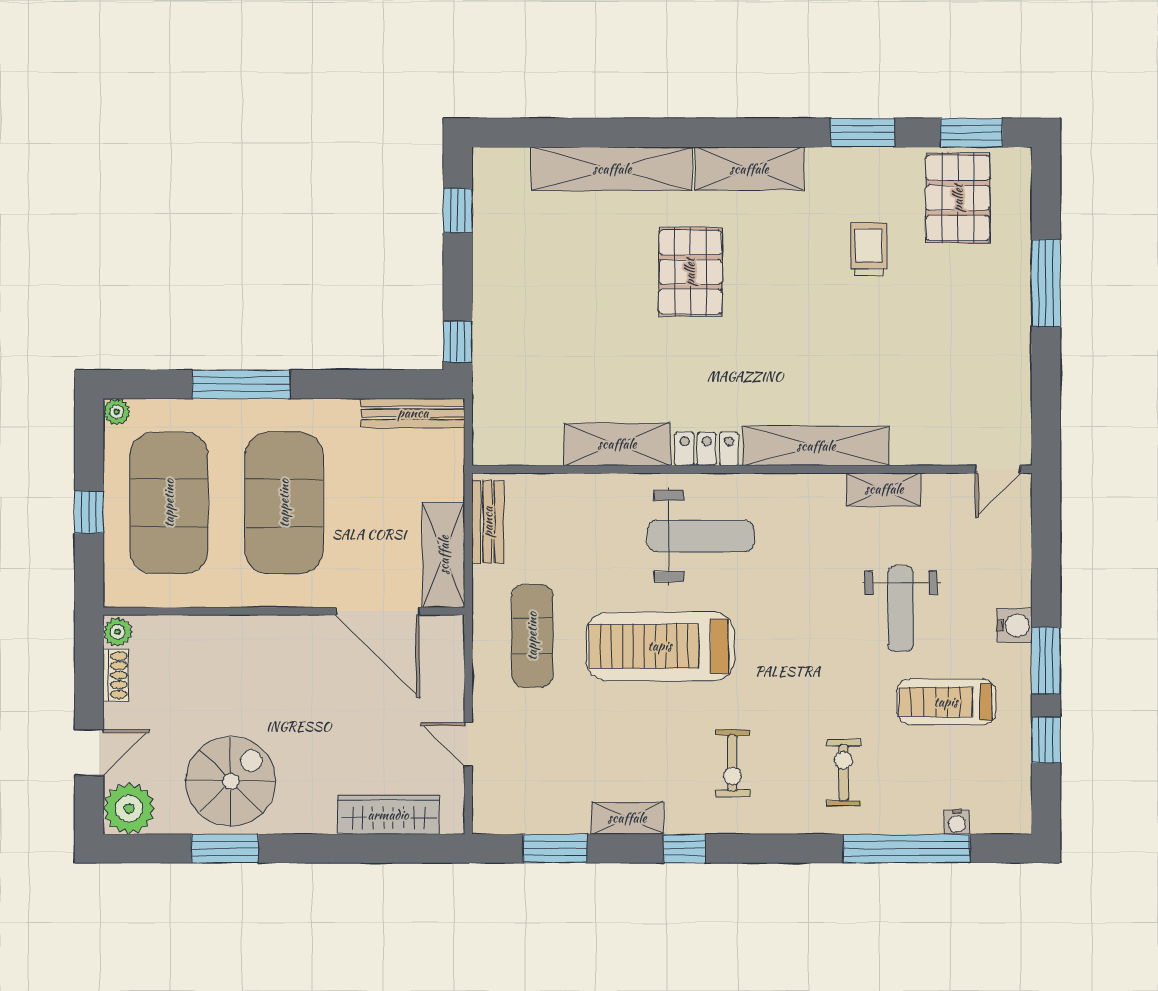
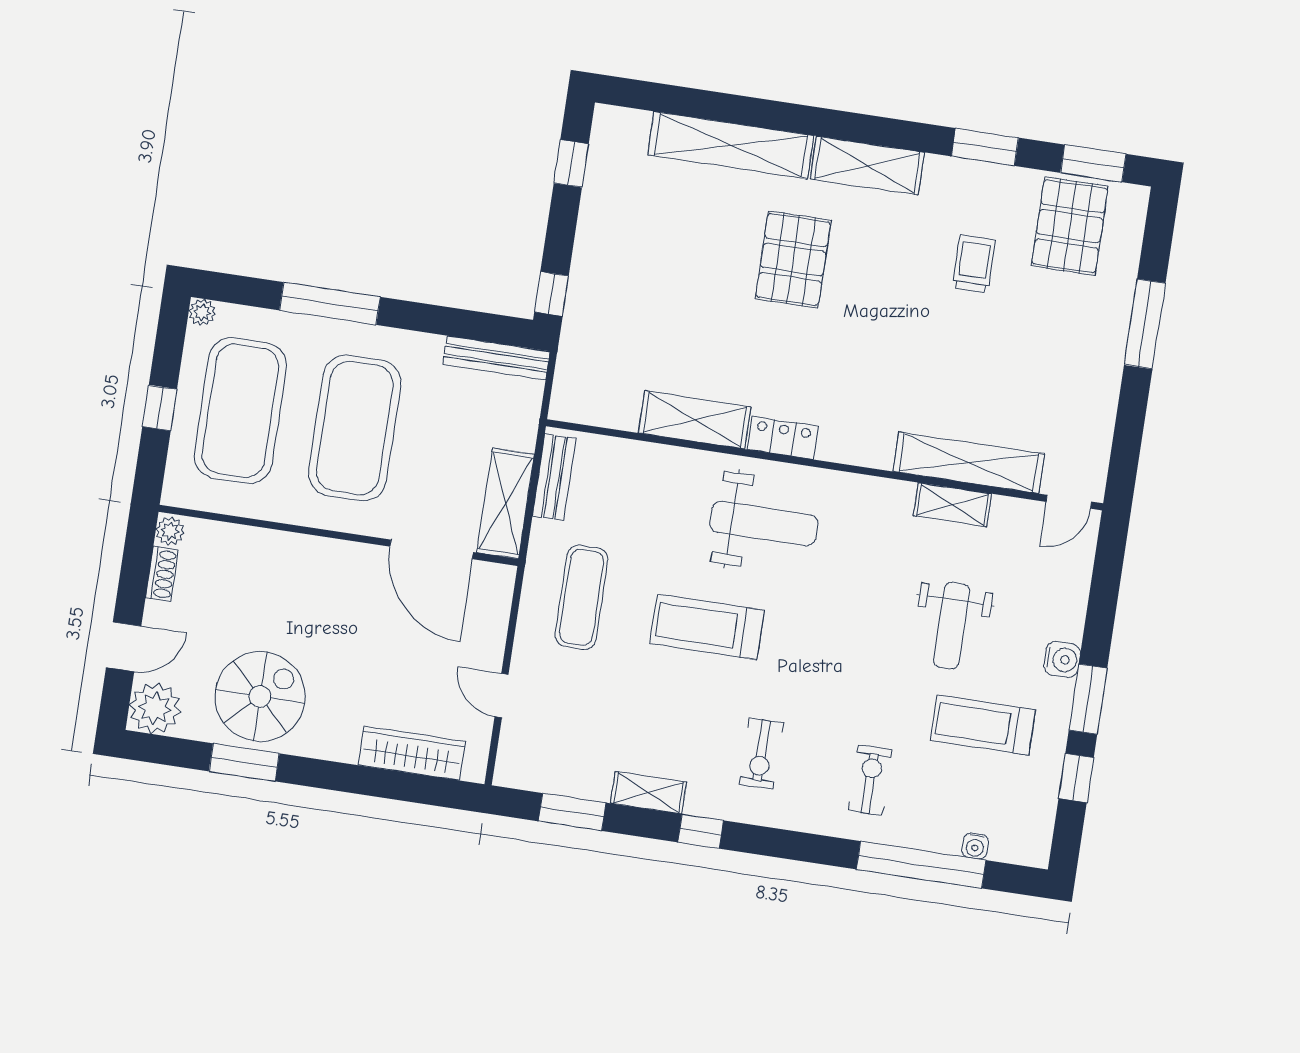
shelving: (816, 446) -> (969, 463), moved
treadmill: (660, 646) -> (707, 627), width x0.73, depth x0.73

